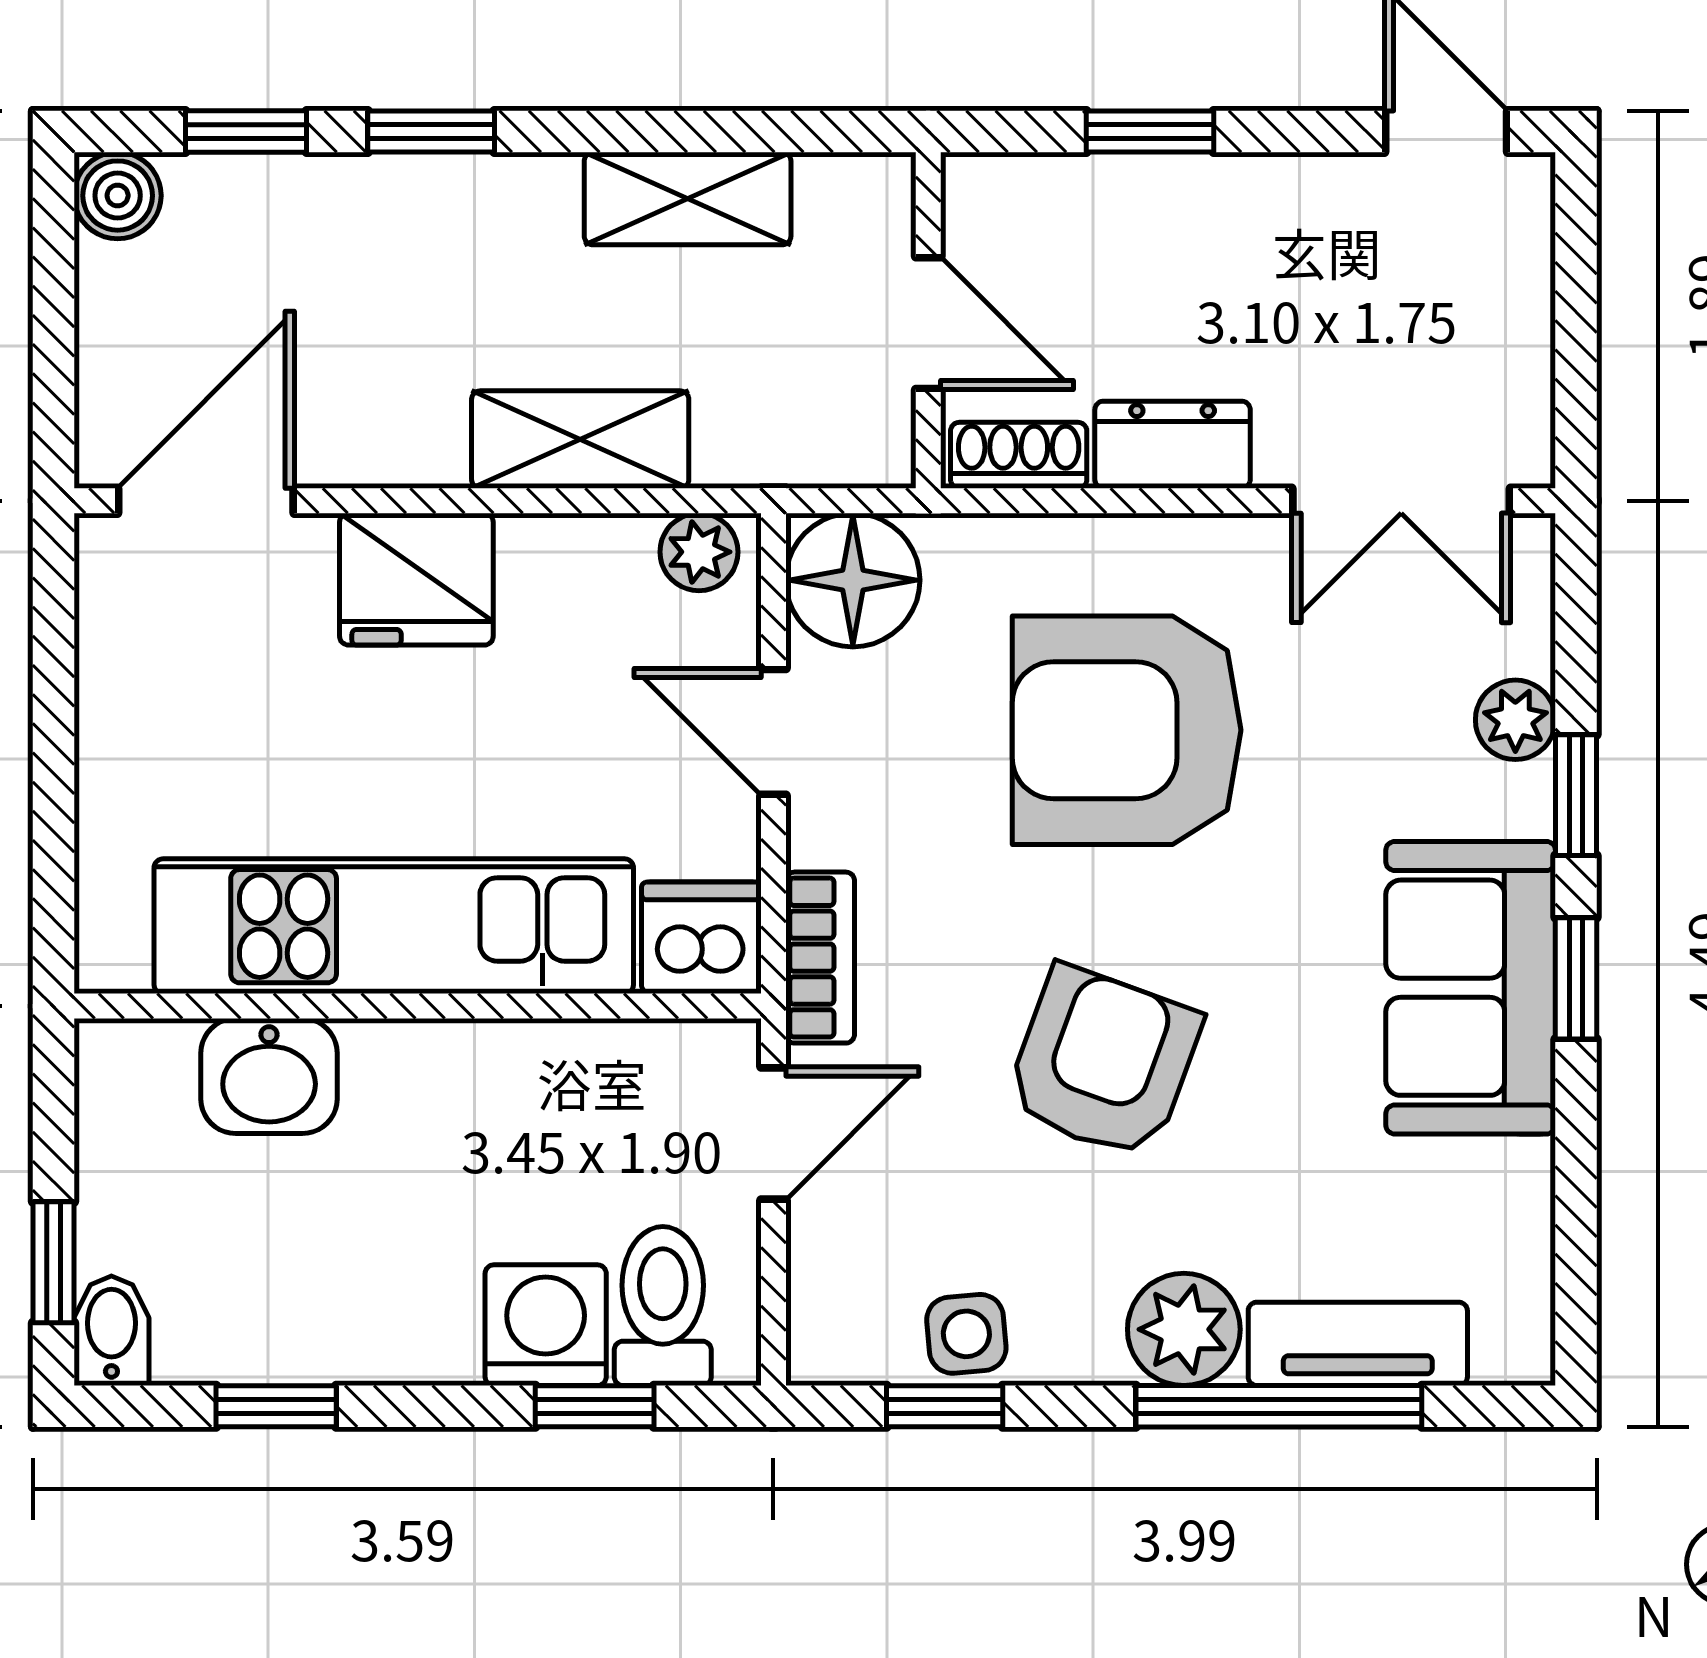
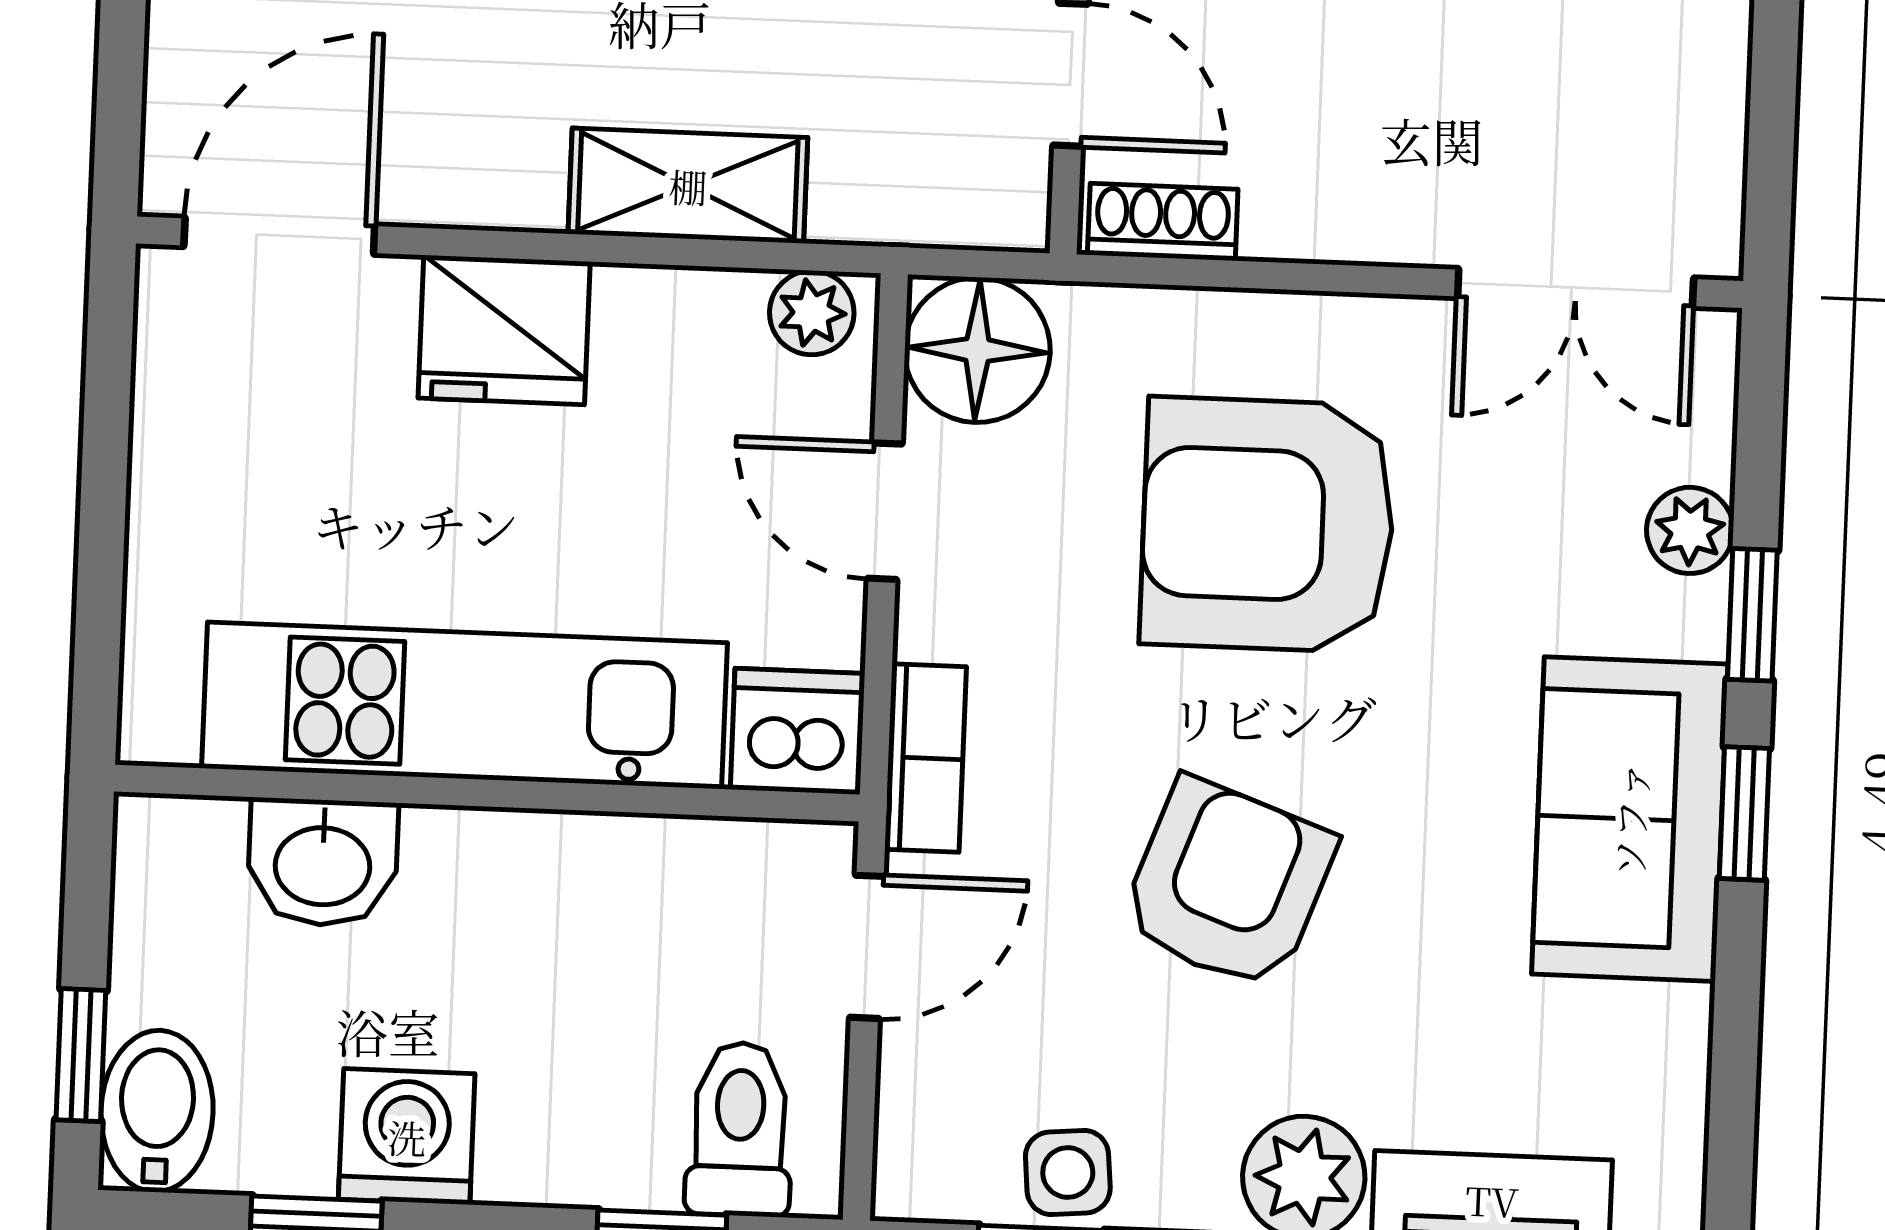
dresser: (1173, 445) -> (1330, 217), removed
washing machine: (546, 1325) -> (407, 1137), moved
bidet: (111, 1331) -> (157, 1111), width x1.38, depth x1.36

